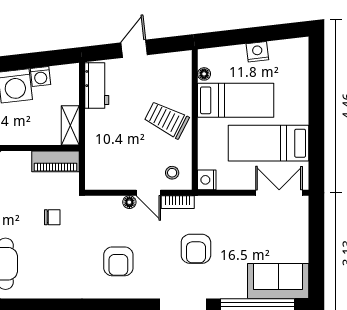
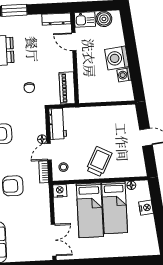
nightstand: (257, 52) -> (146, 208), moved
workbench: (97, 85) -> (58, 124), moved, turned -90
shelving: (70, 125) -> (92, 97), removed
bed: (268, 143) -> (90, 210), moved, turned 180

